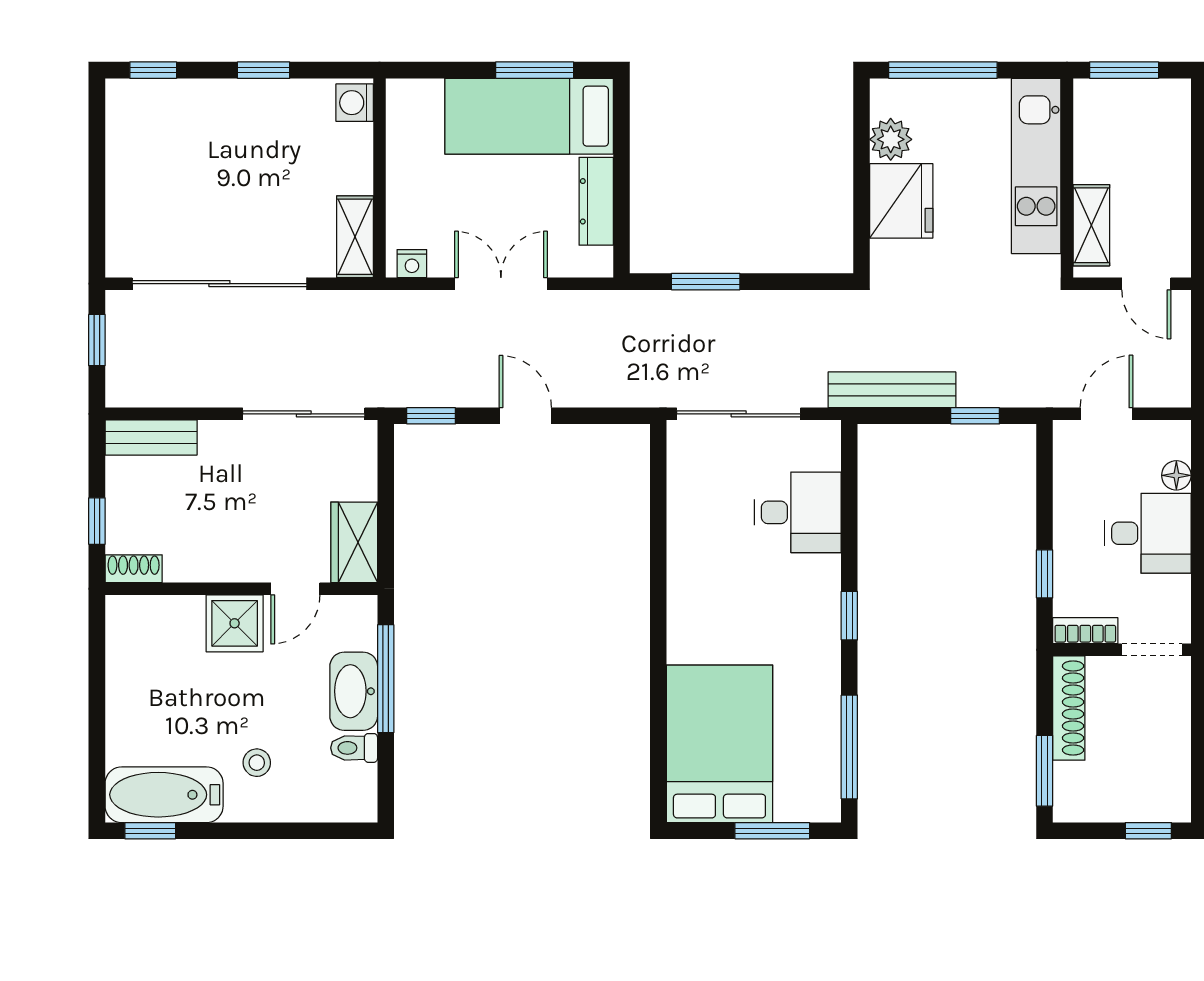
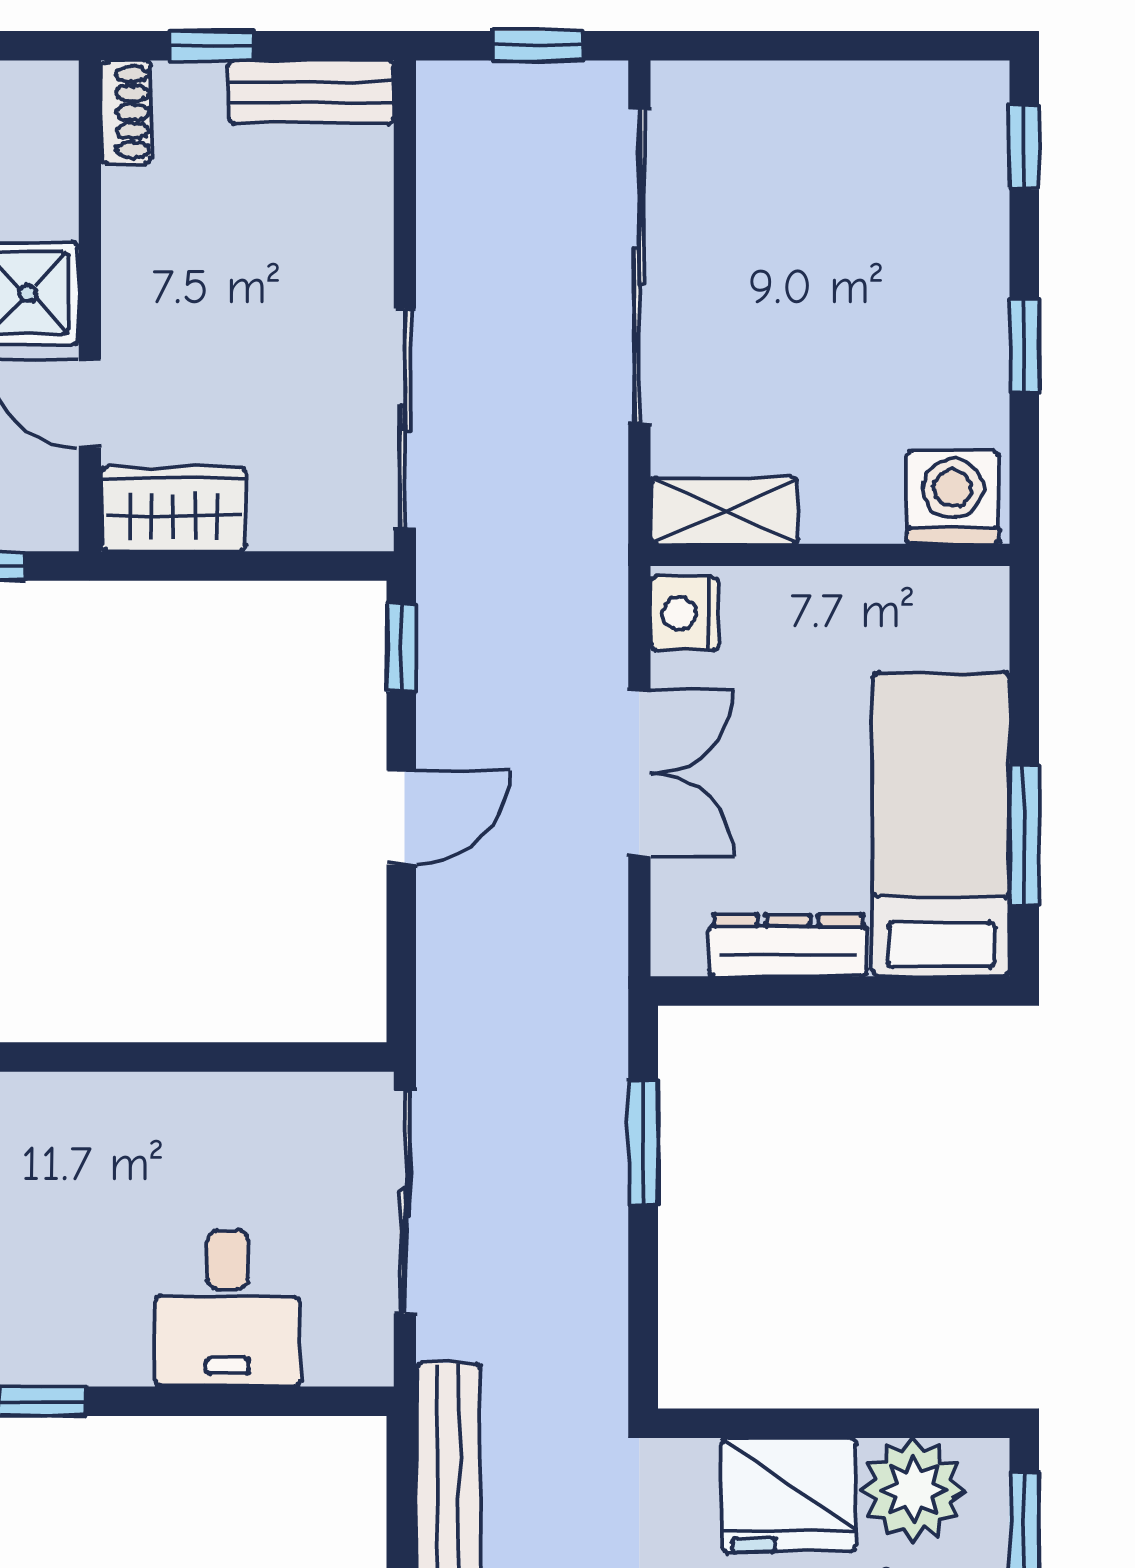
washing machine: (355, 103) -> (953, 497), width x1.38, depth x1.38
plant: (891, 139) -> (913, 1490), width x1.36, depth x1.36
nightstand: (412, 264) -> (685, 613), width x1.39, depth x1.35
bench: (151, 438) -> (311, 92), moved, turned 90

